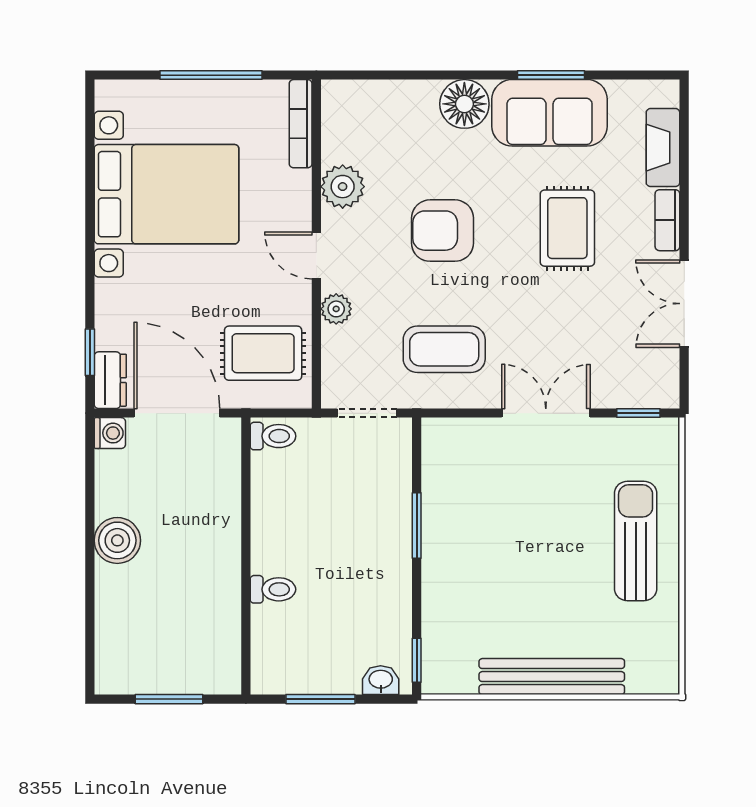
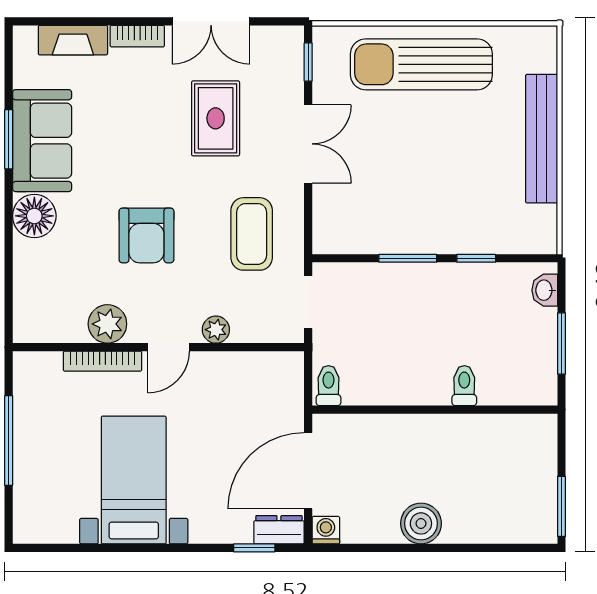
bookcase: (301, 124) -> (103, 361), moved
bed with nightstands: (166, 194) -> (134, 480), width x0.73
rug: (567, 228) -> (216, 118), moved, turned 90
rug: (263, 353) -> (255, 394), removed
double door: (546, 413) -> (308, 144), swing flipped
sun lounger: (636, 541) -> (421, 64), width x1.36, depth x1.34
window: (417, 660) -> (476, 258), moved
window: (169, 699) -> (561, 506), moved

